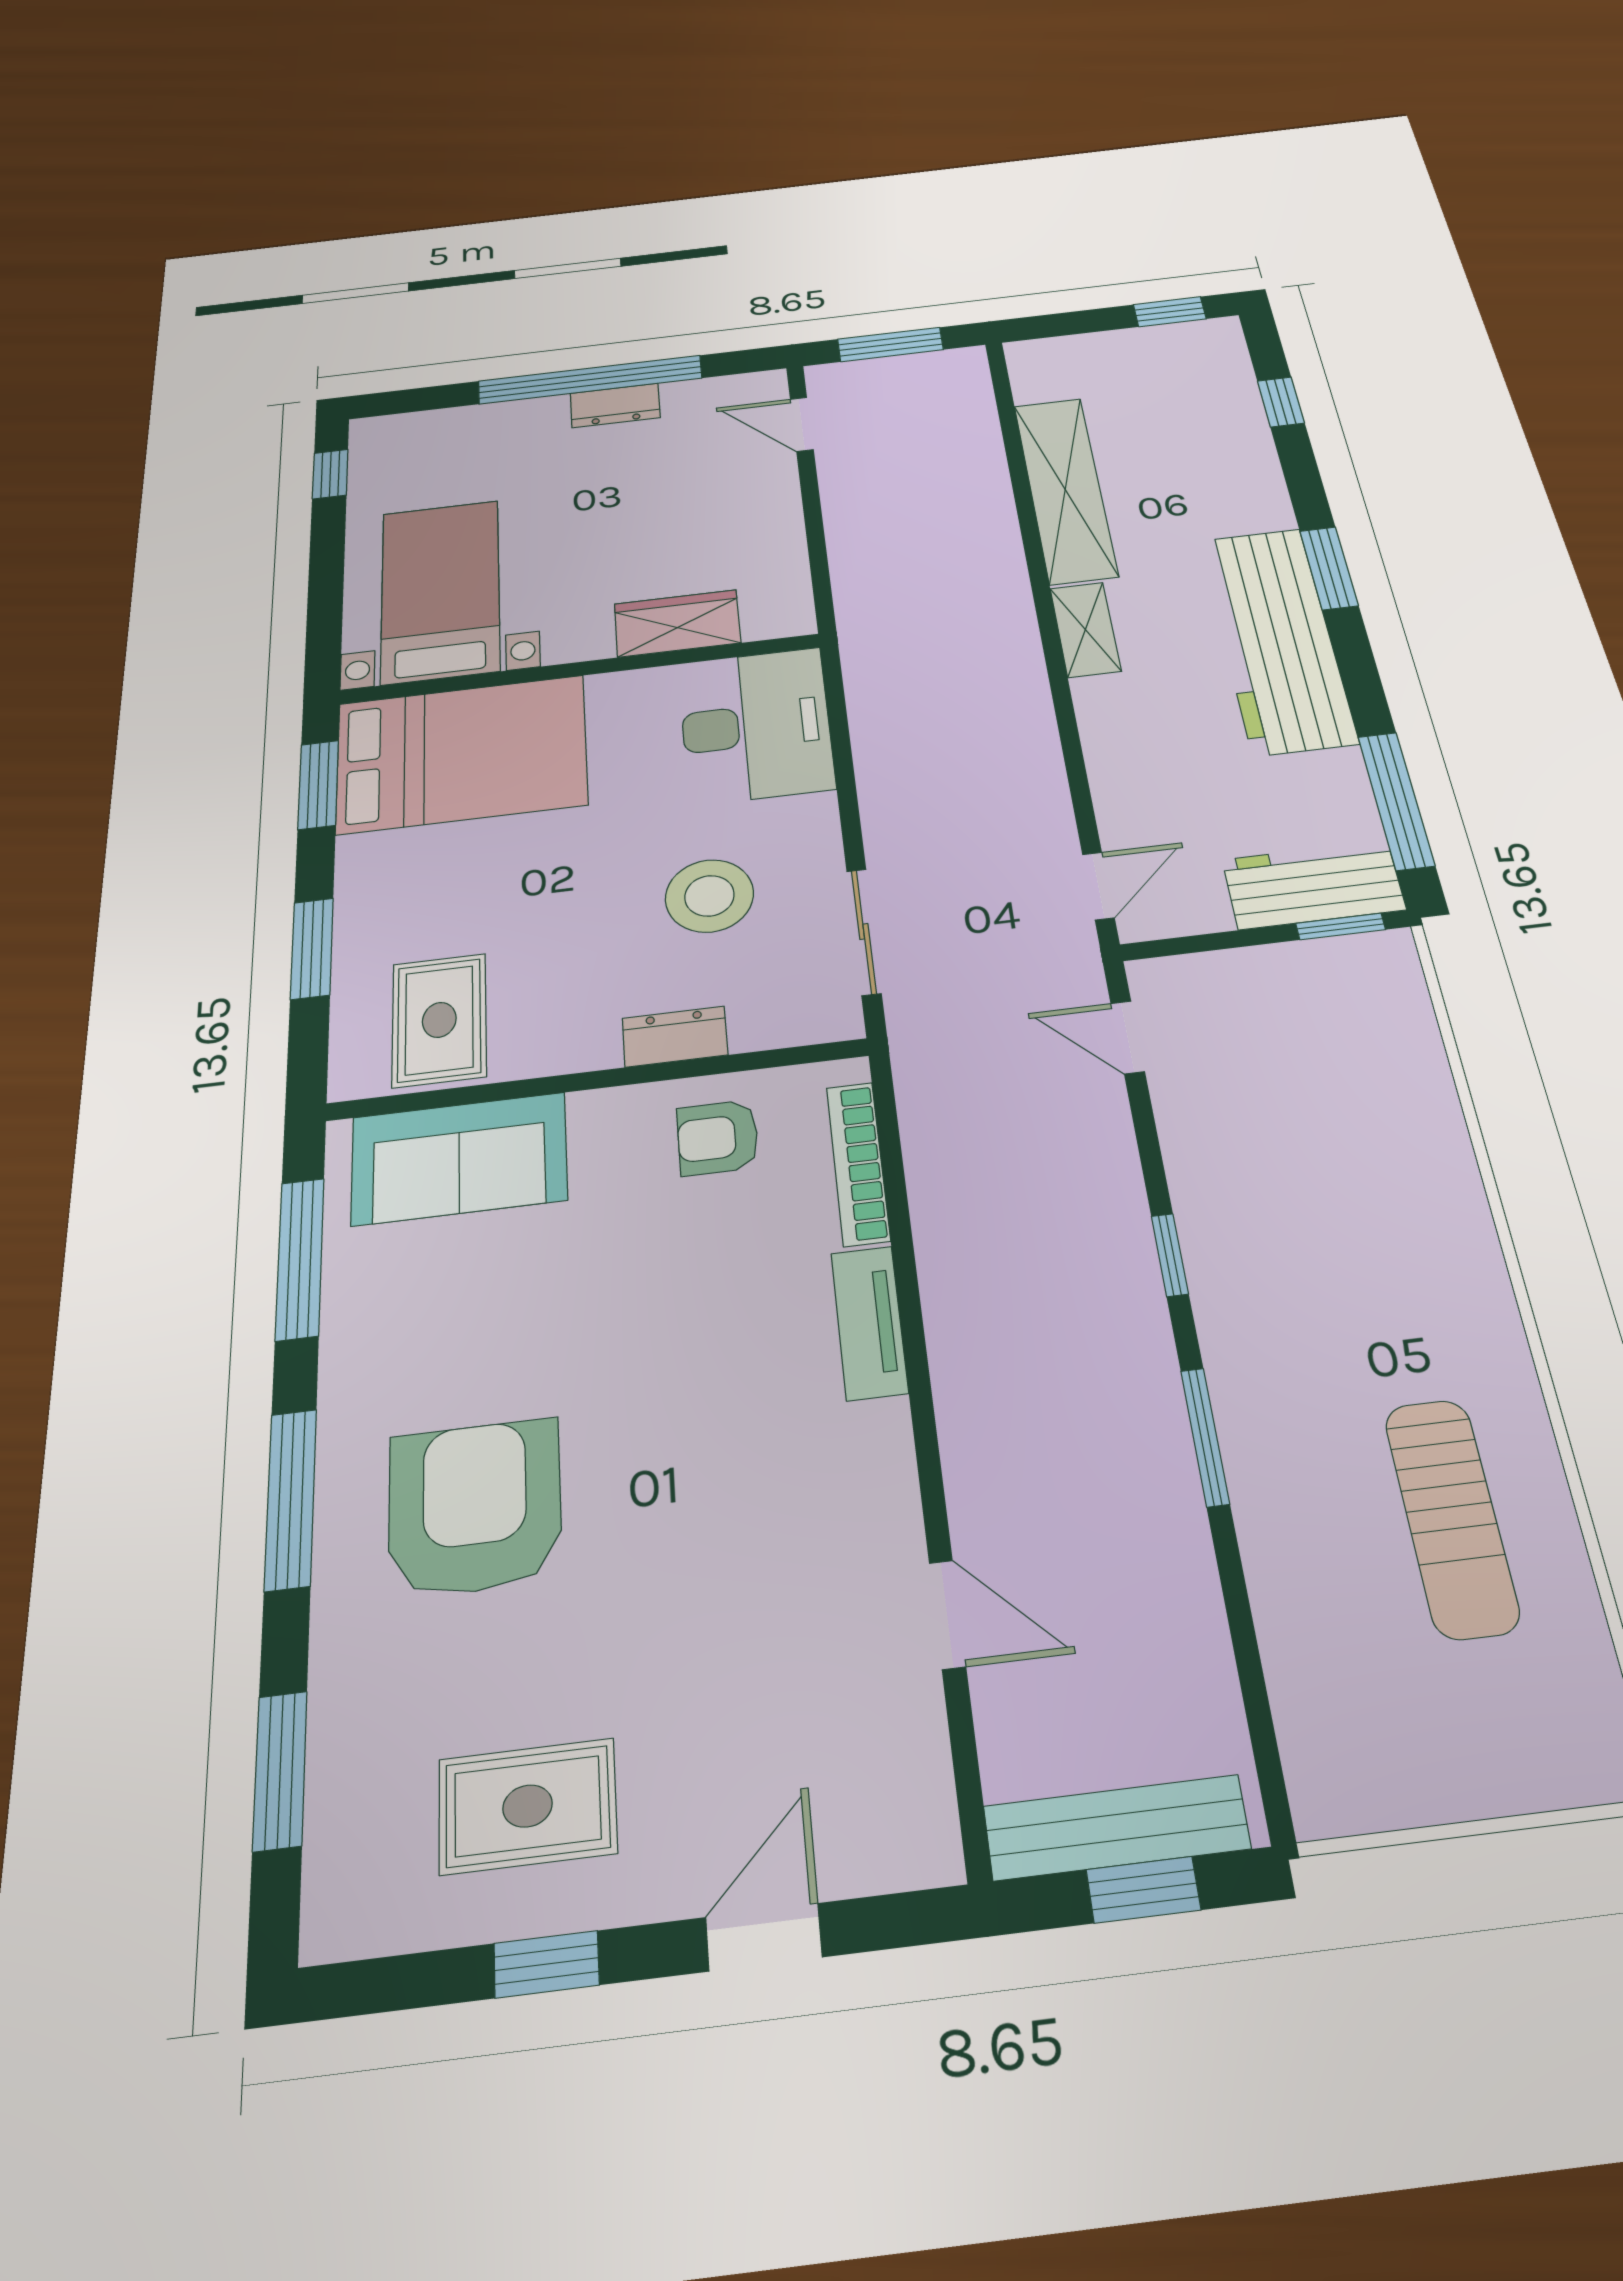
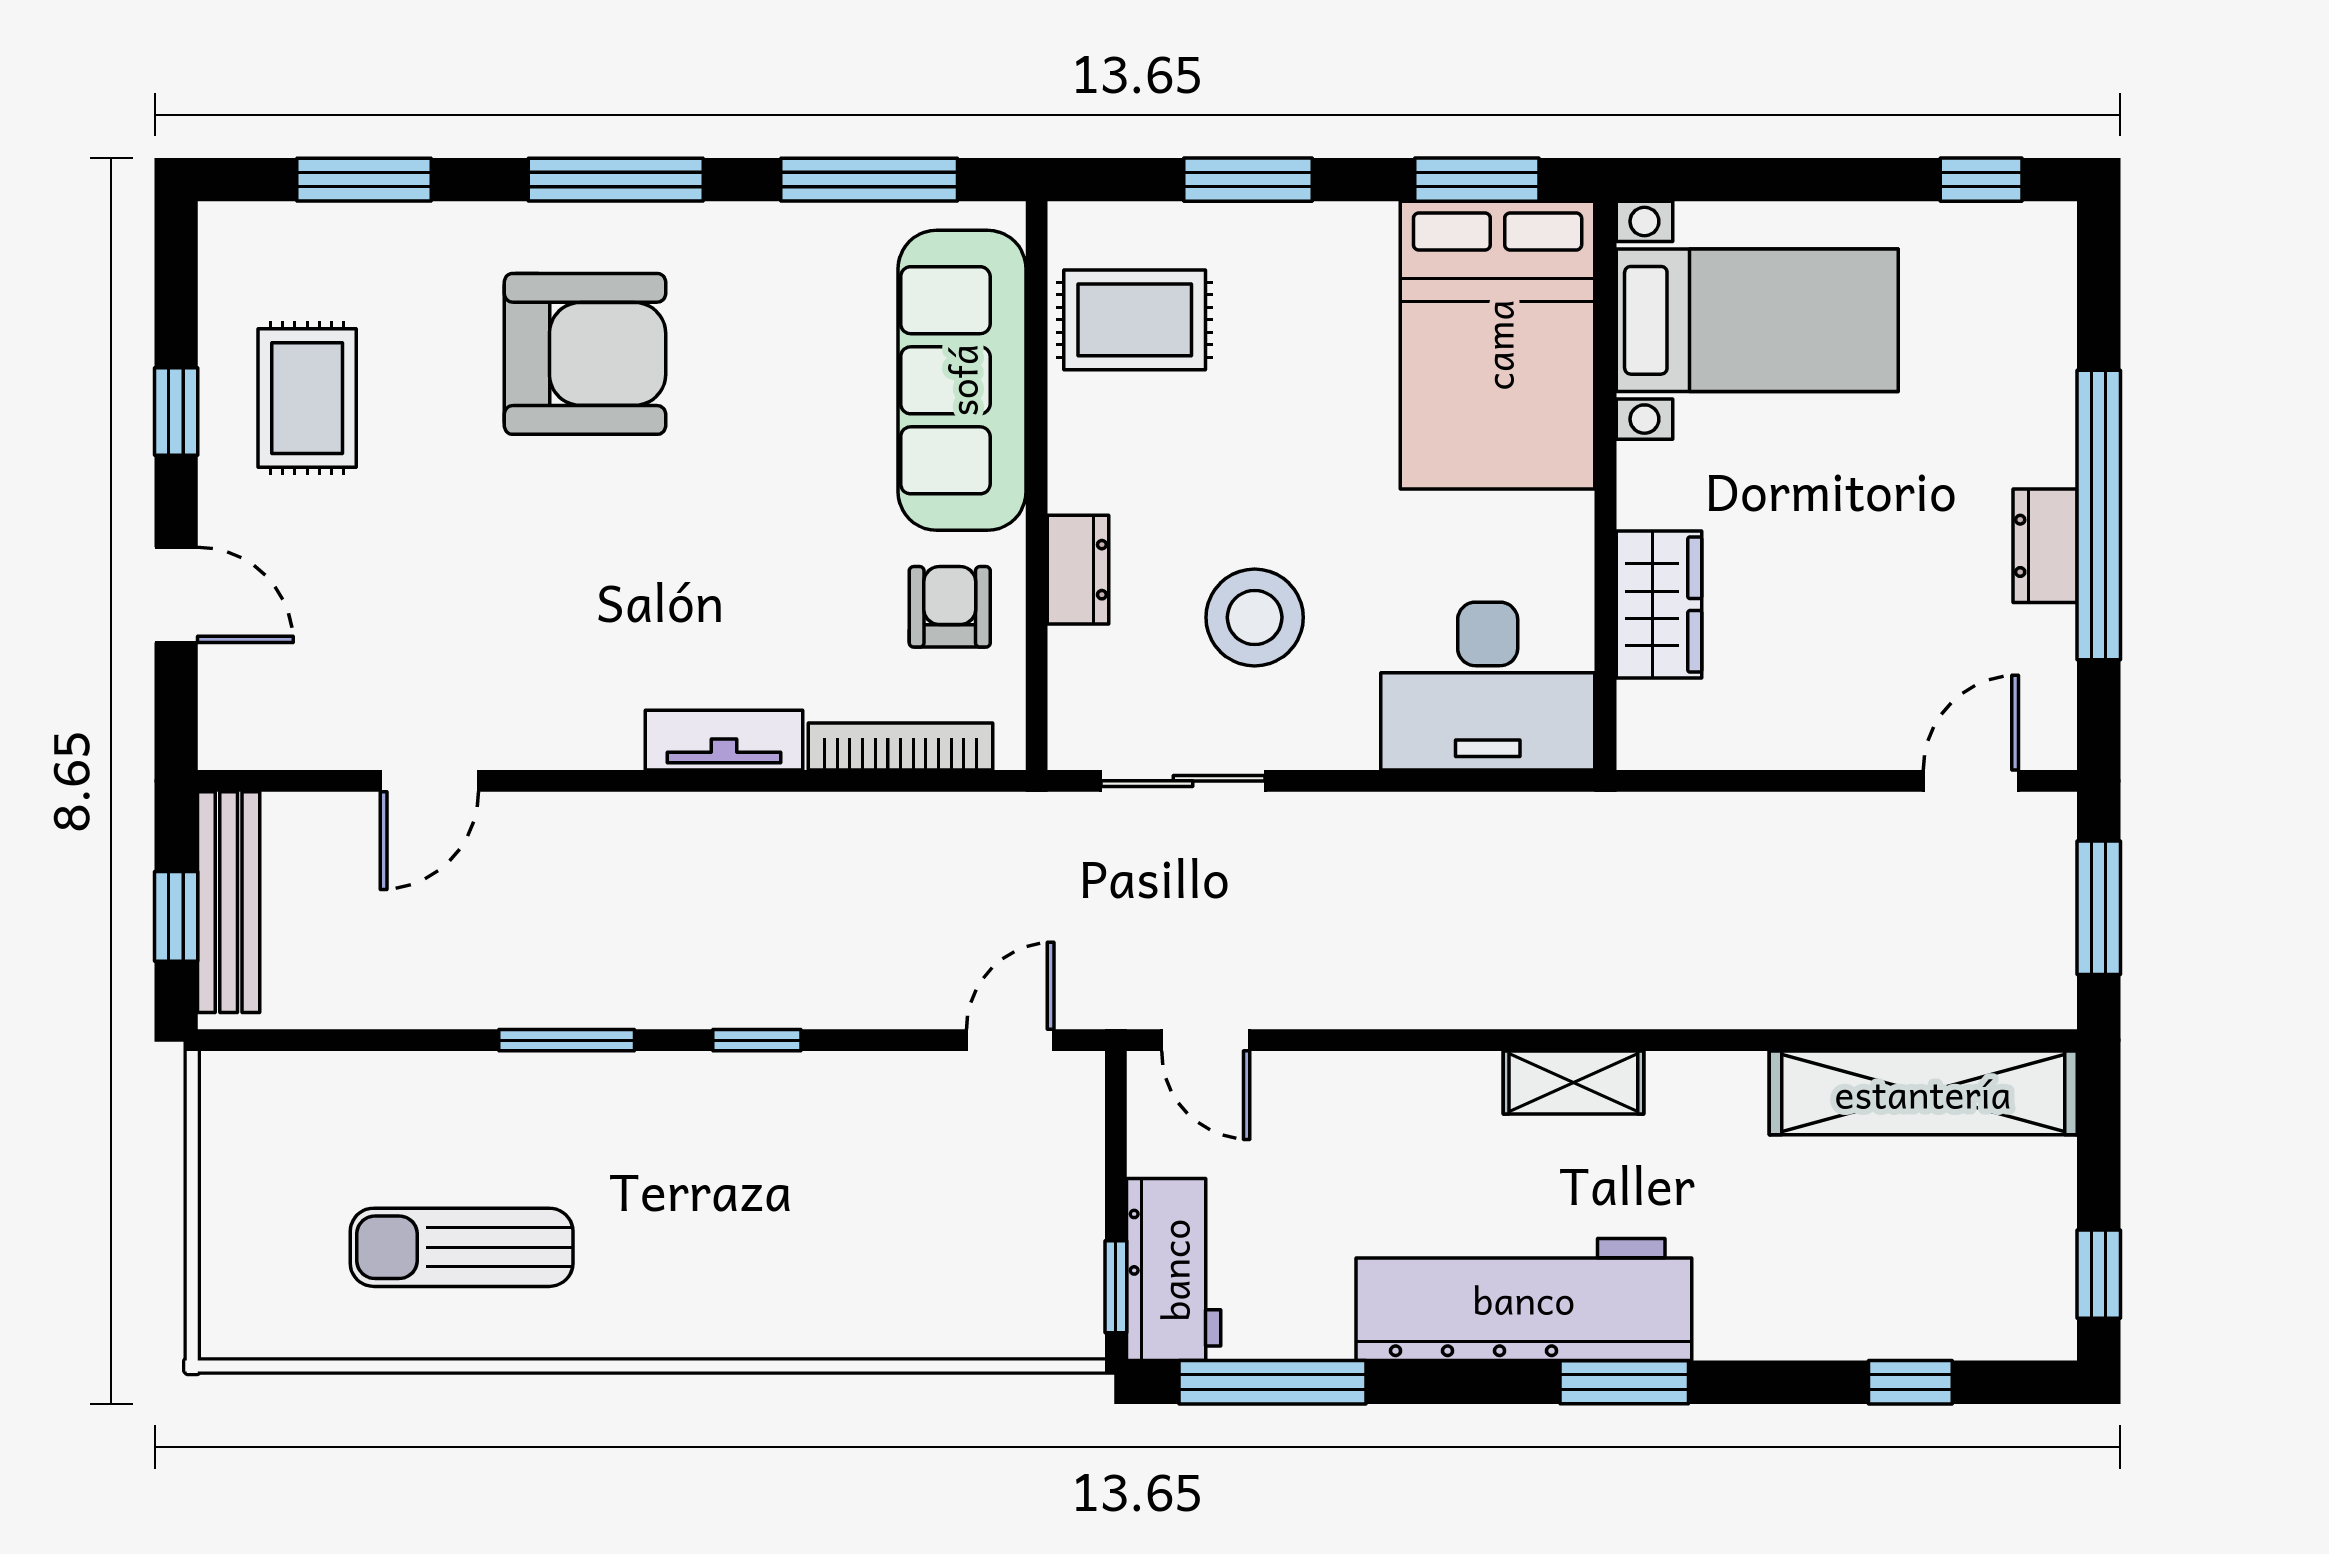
shelving: (1065, 489) -> (1923, 1093), moved
sofa: (459, 1159) -> (962, 380), width x1.36

